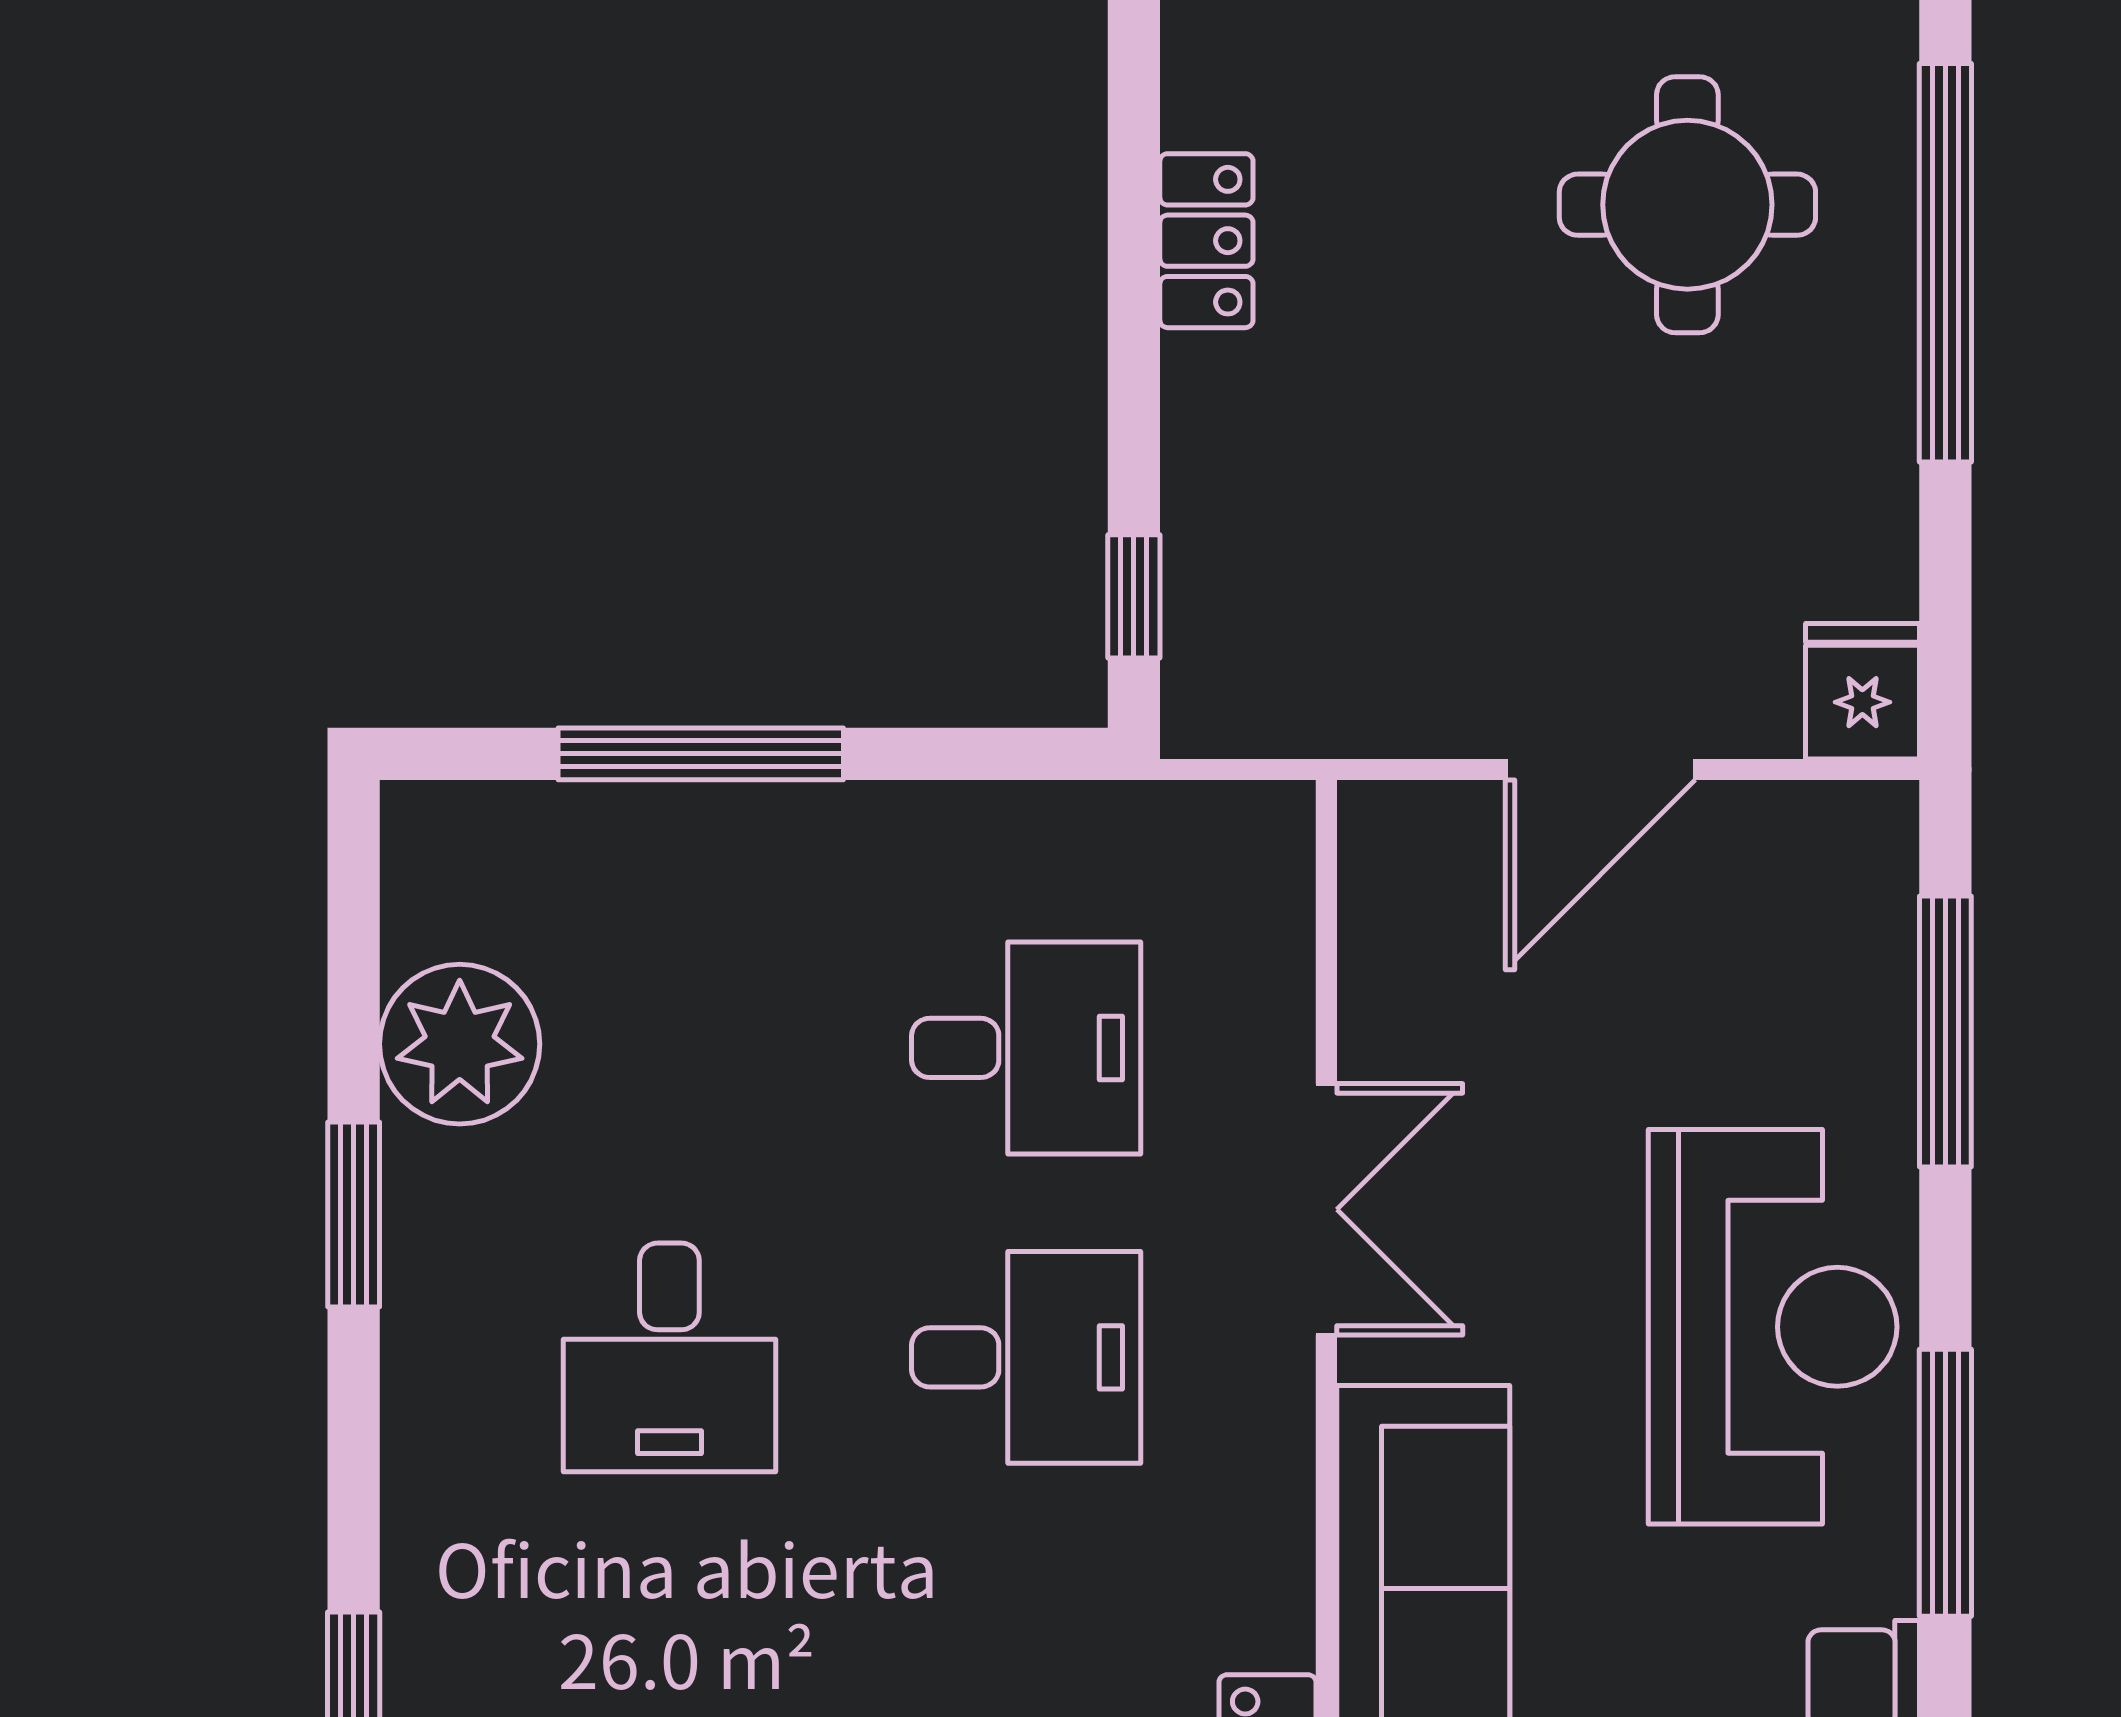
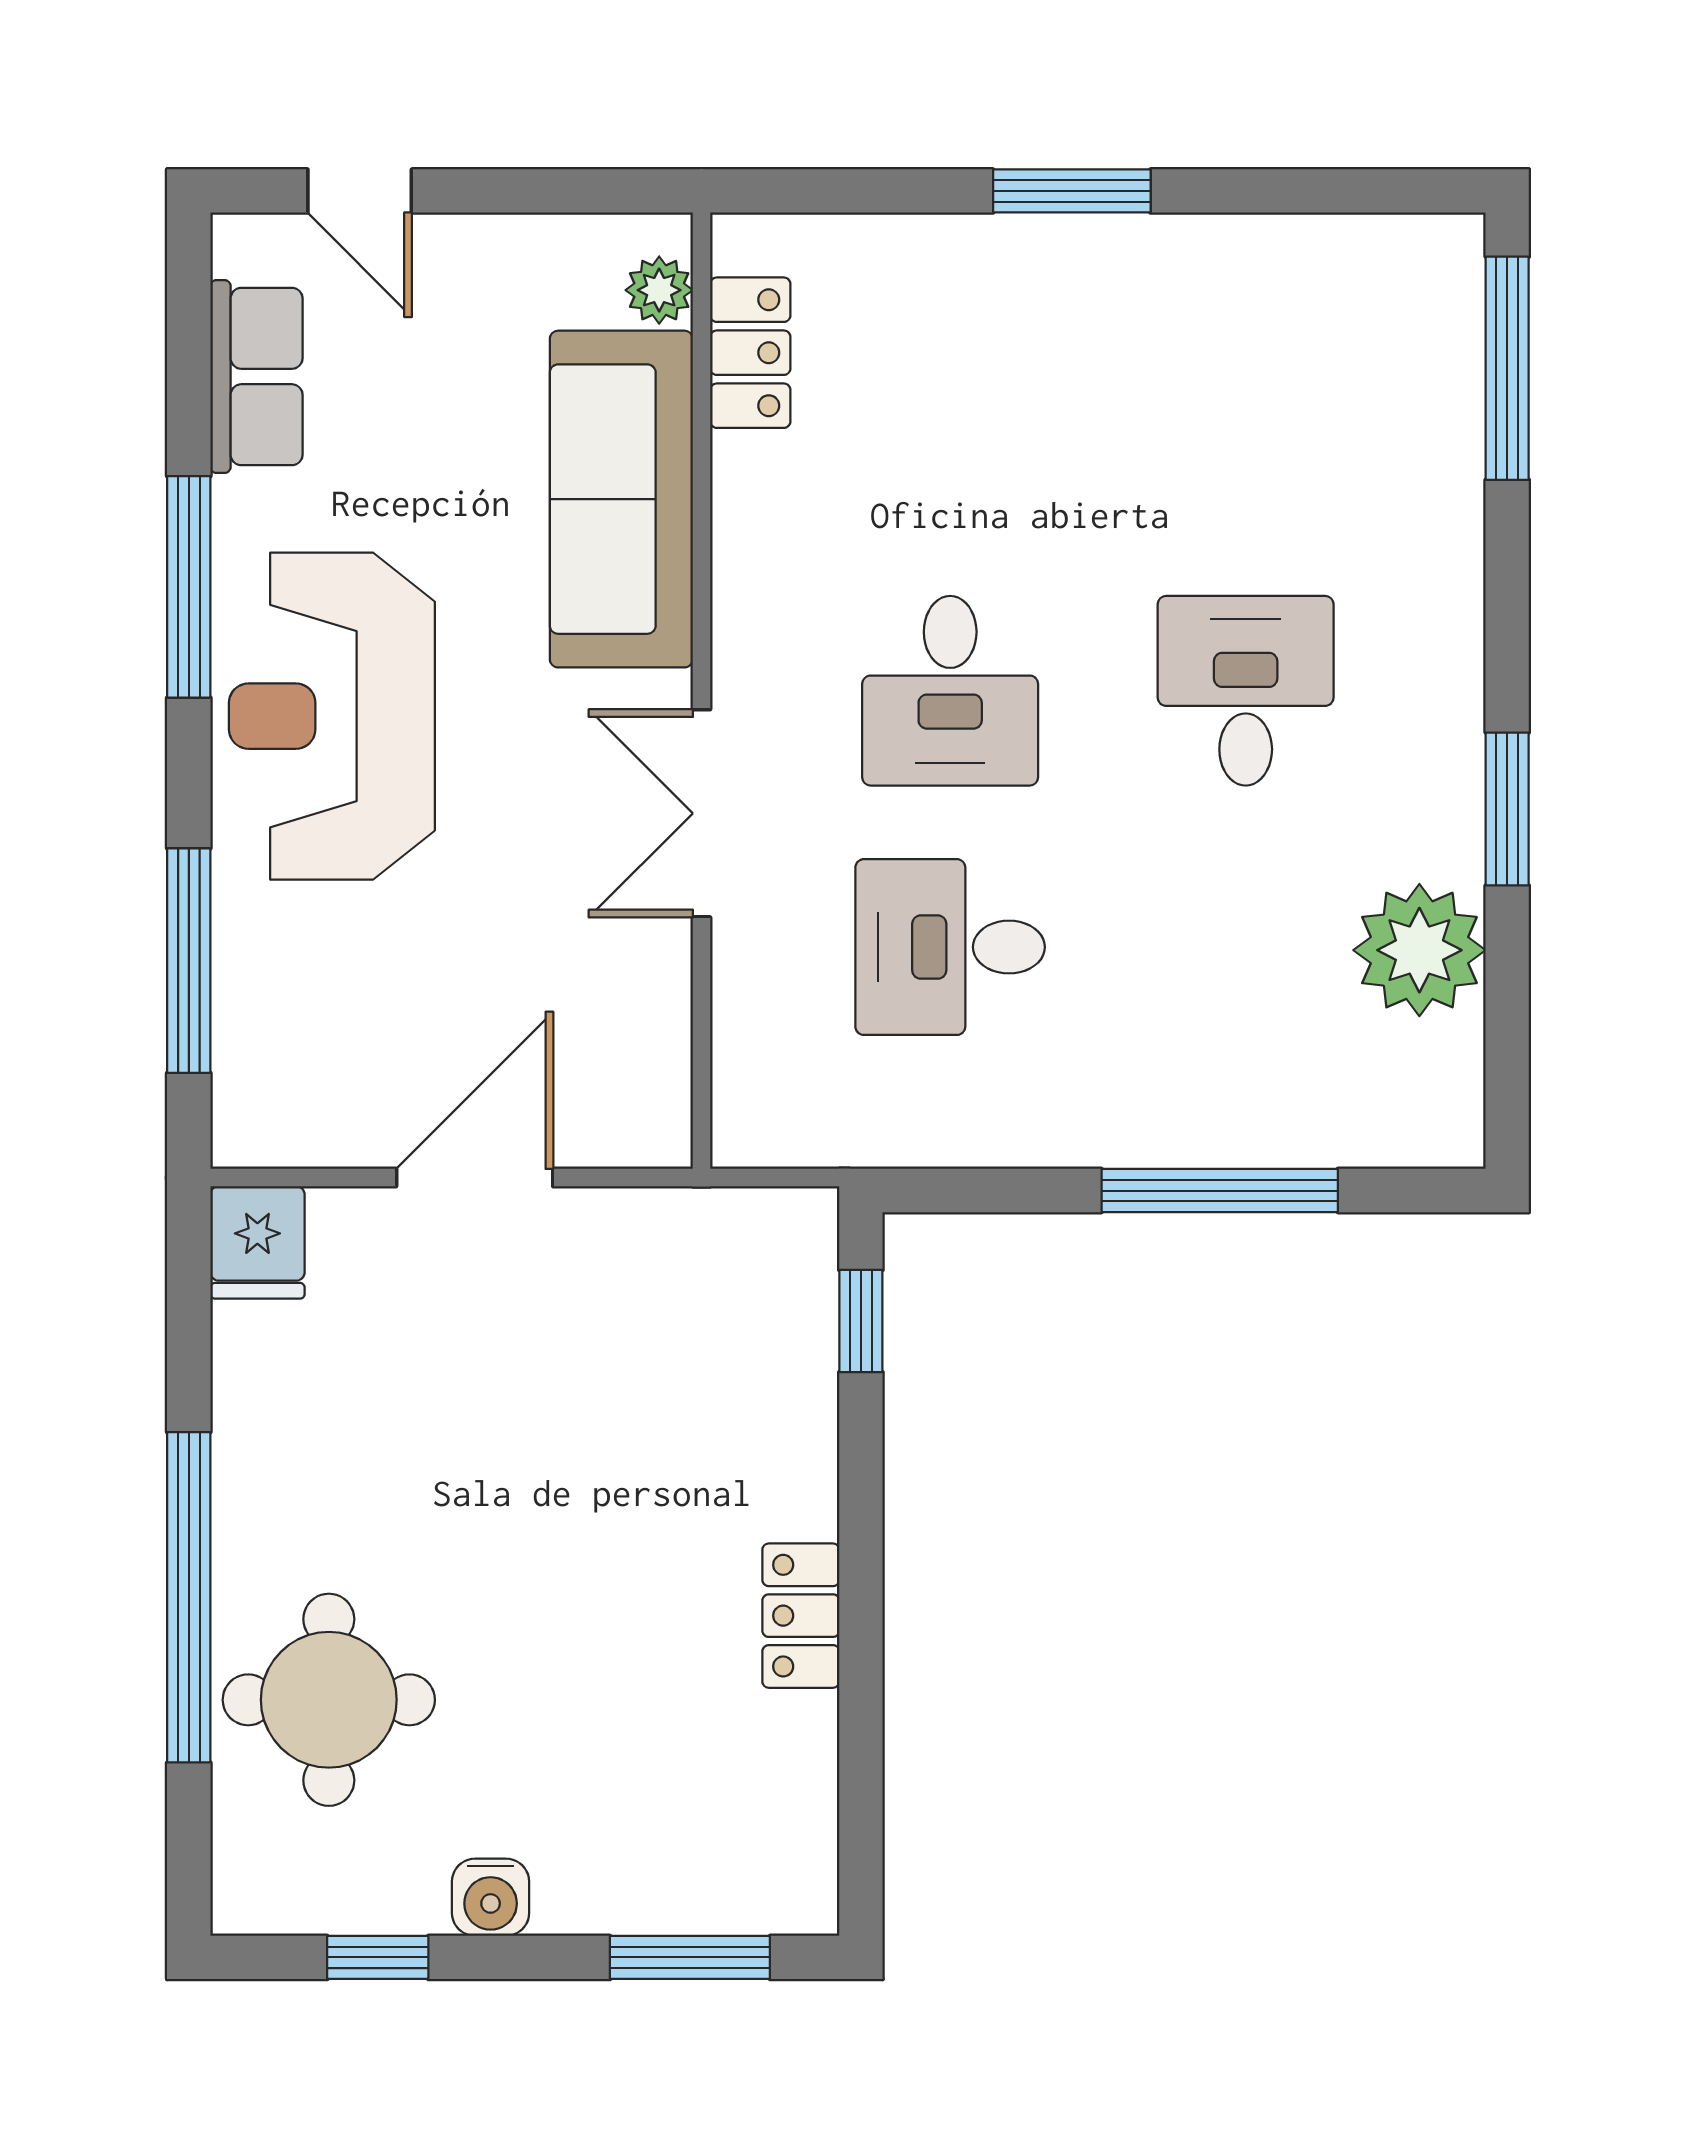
round table: (1687, 205) -> (329, 1700), moved
desk: (1026, 1357) -> (950, 691), turned -90

